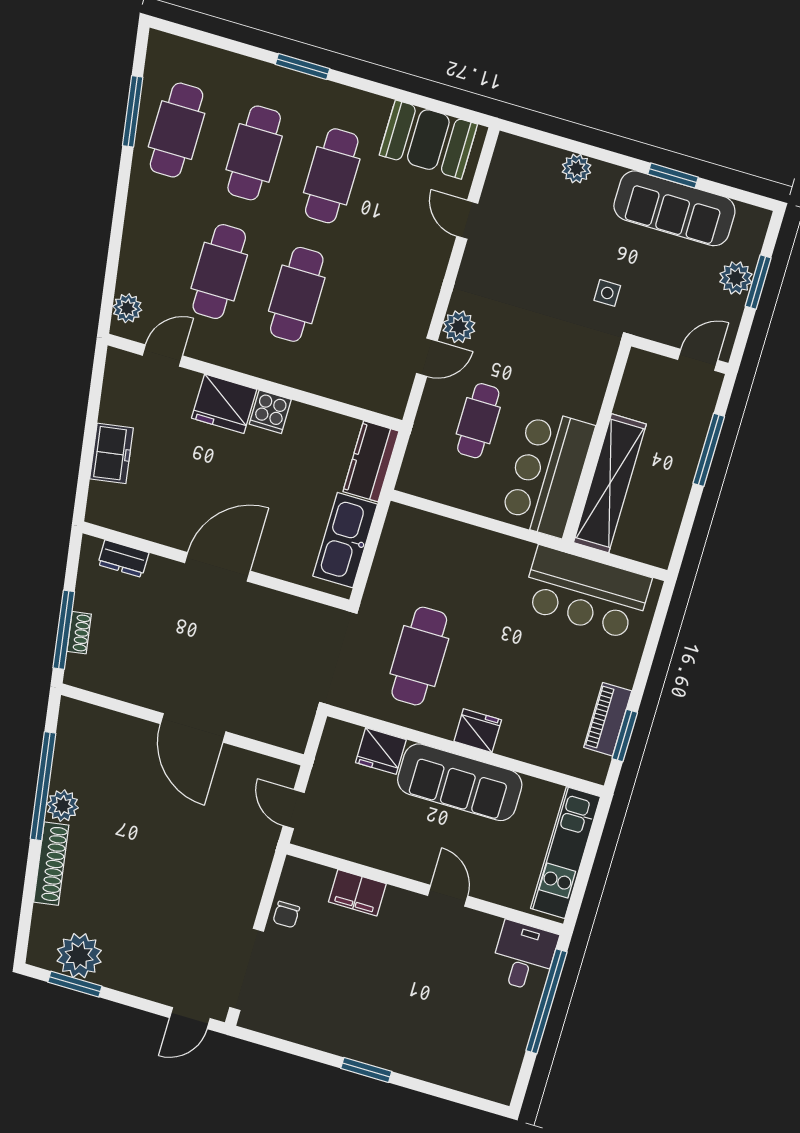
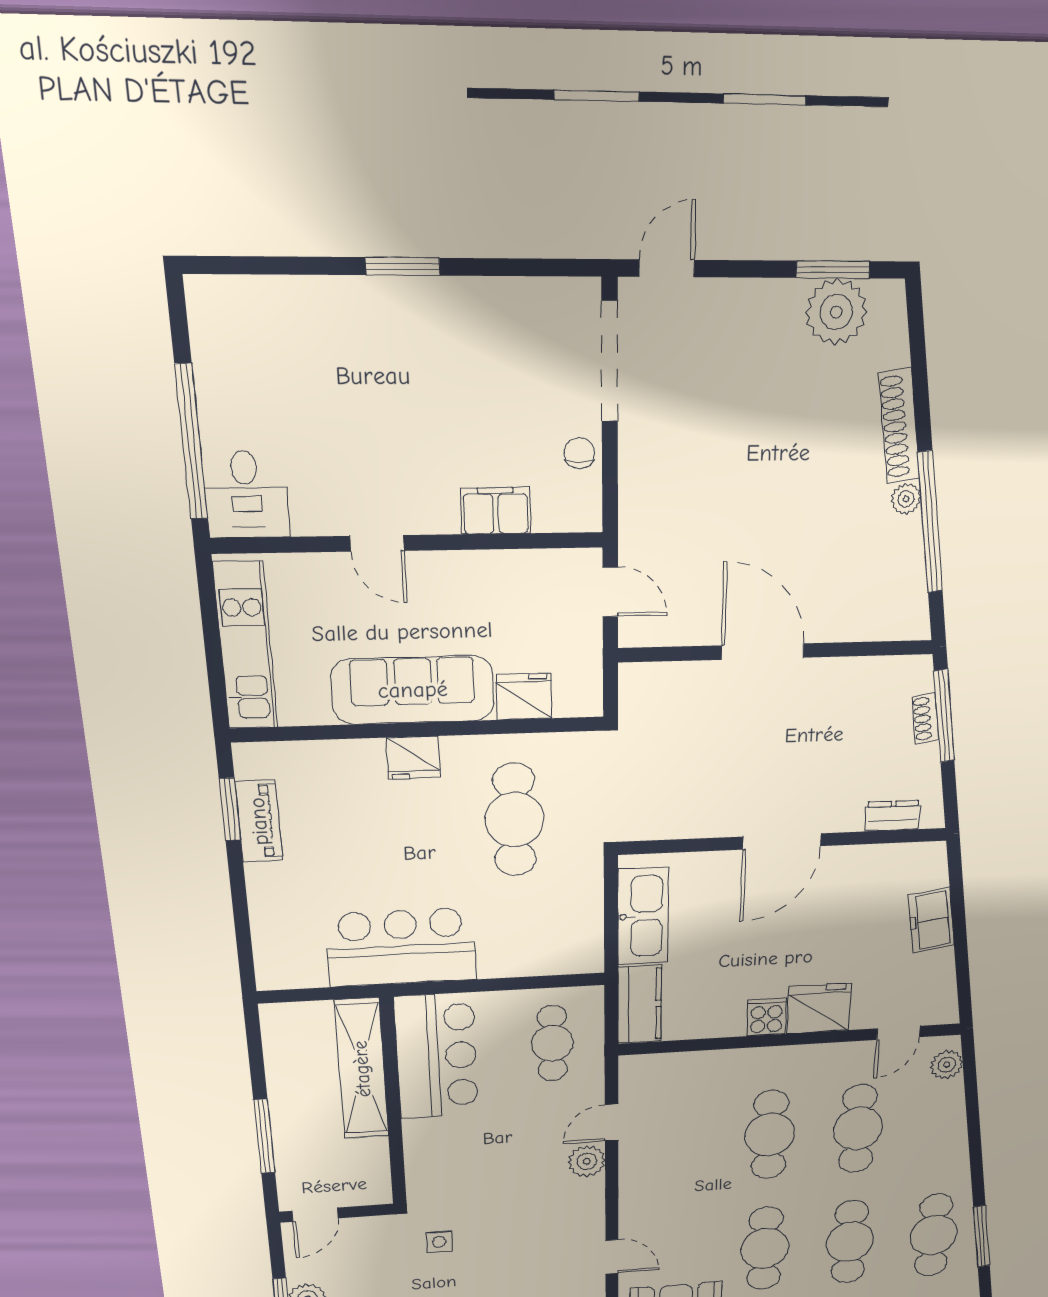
cafe table: (478, 421) -> (552, 1043), moved
bar counter: (586, 593) -> (402, 947), moved
plant: (63, 806) -> (906, 499), width x0.73, depth x0.73

